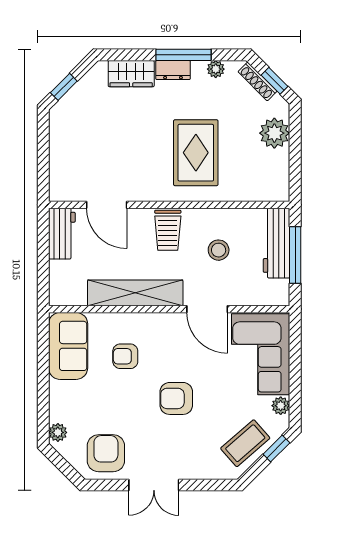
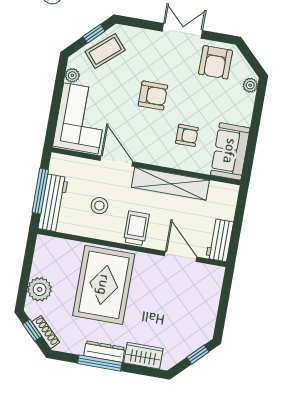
plant: (216, 69) -> (77, 348), removed
dresser: (173, 70) -> (104, 352), width x1.44
rug: (196, 153) -> (104, 285), width x1.37, depth x1.44
window: (276, 449) -> (94, 34), moved

